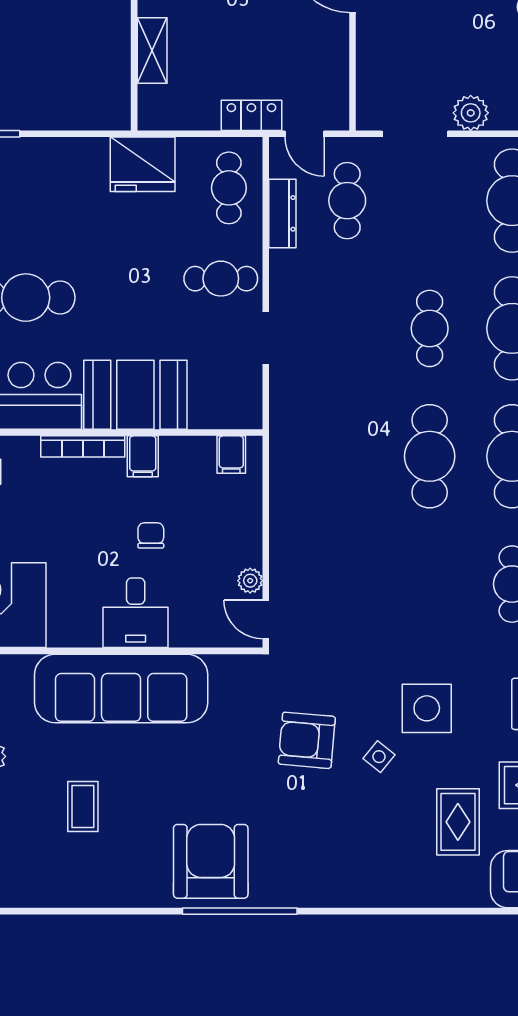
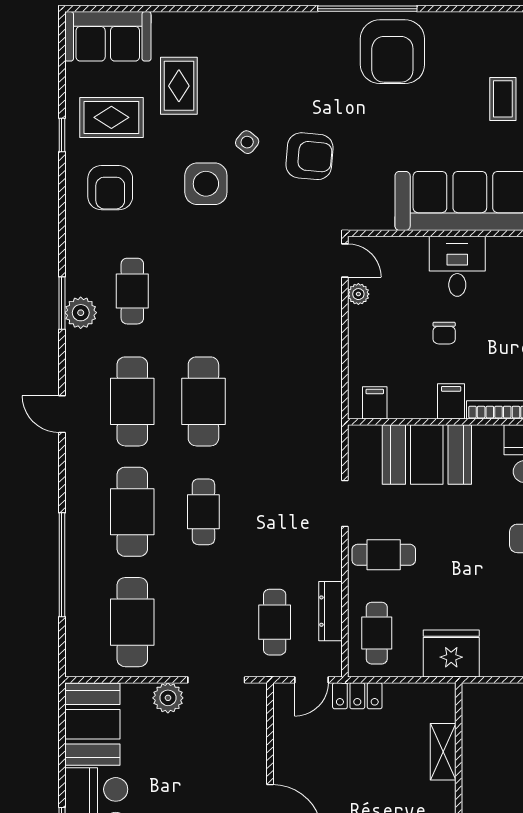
door: (305, 134) -> (311, 680), swing flipped
booth: (135, 395) -> (427, 455), moved

